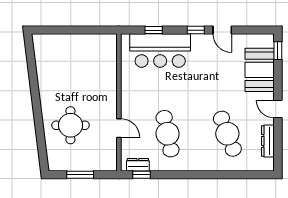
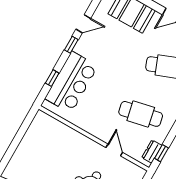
door: (119, 128) -> (114, 150), hinge flipped

